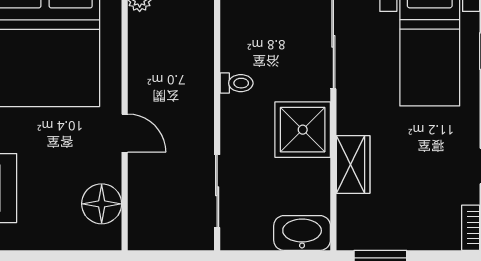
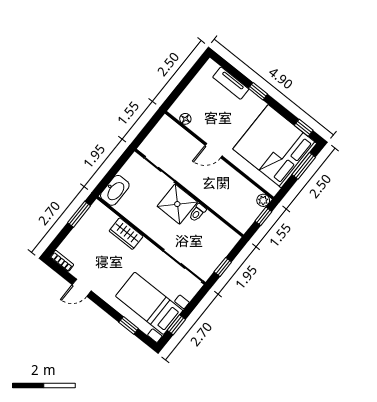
shower: (303, 130) -> (177, 204), moved
floor lamp: (102, 204) -> (185, 119), width x0.53, depth x0.53

